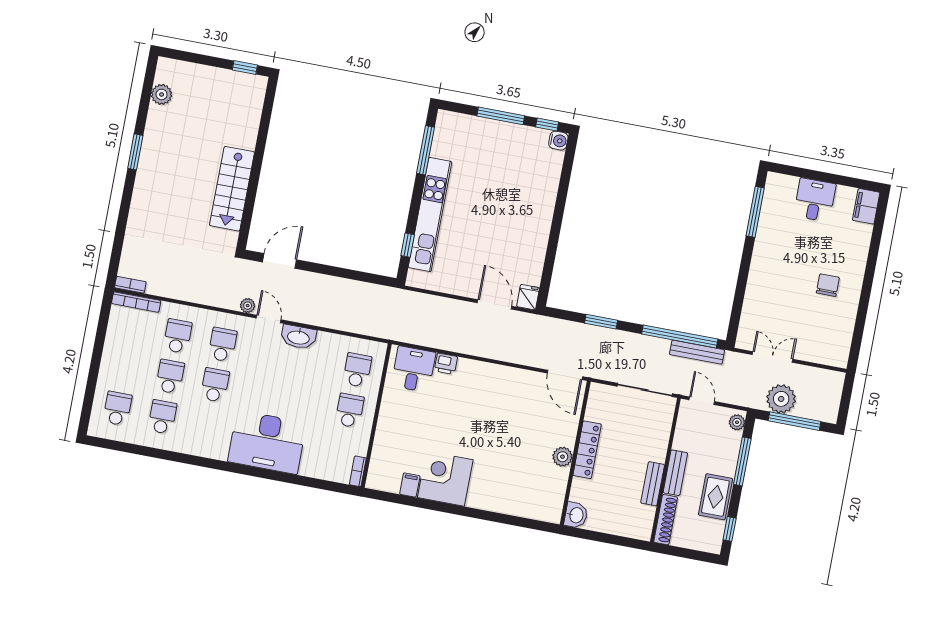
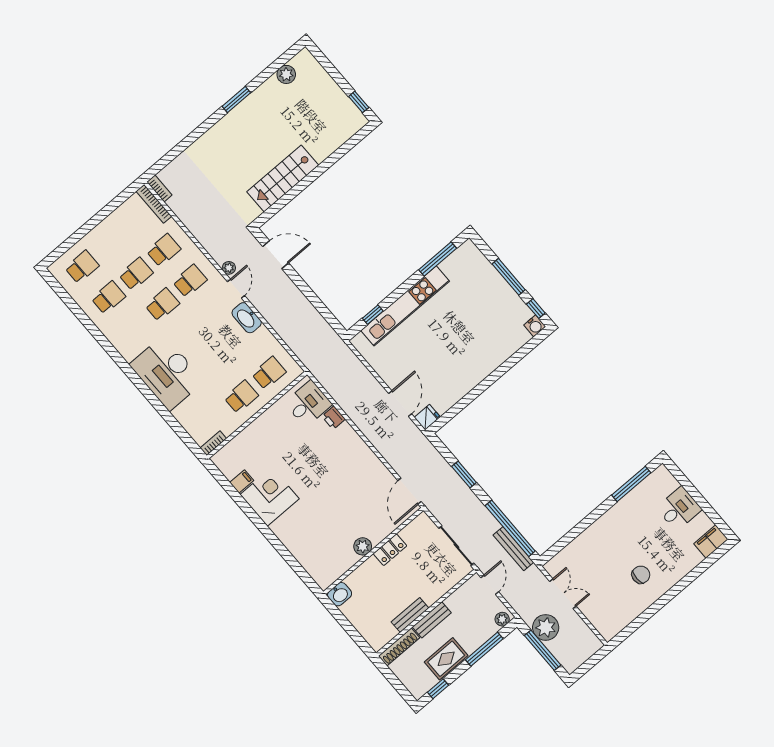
locker: (587, 450) -> (390, 550), width x0.66

